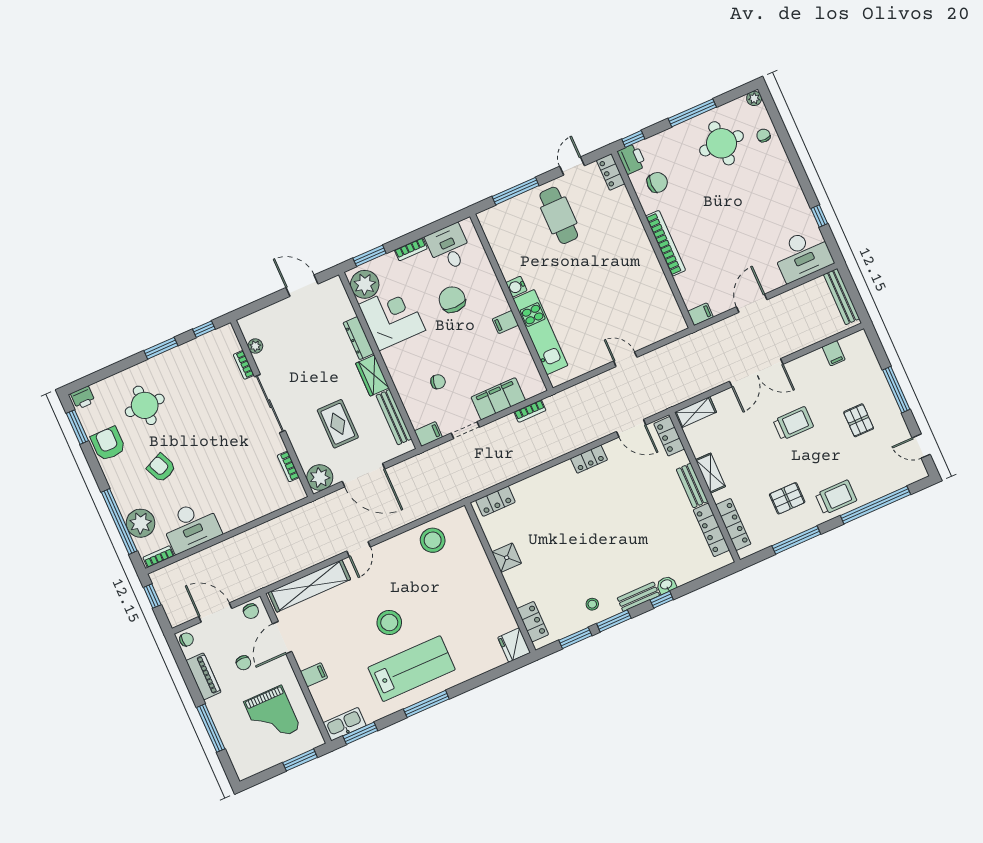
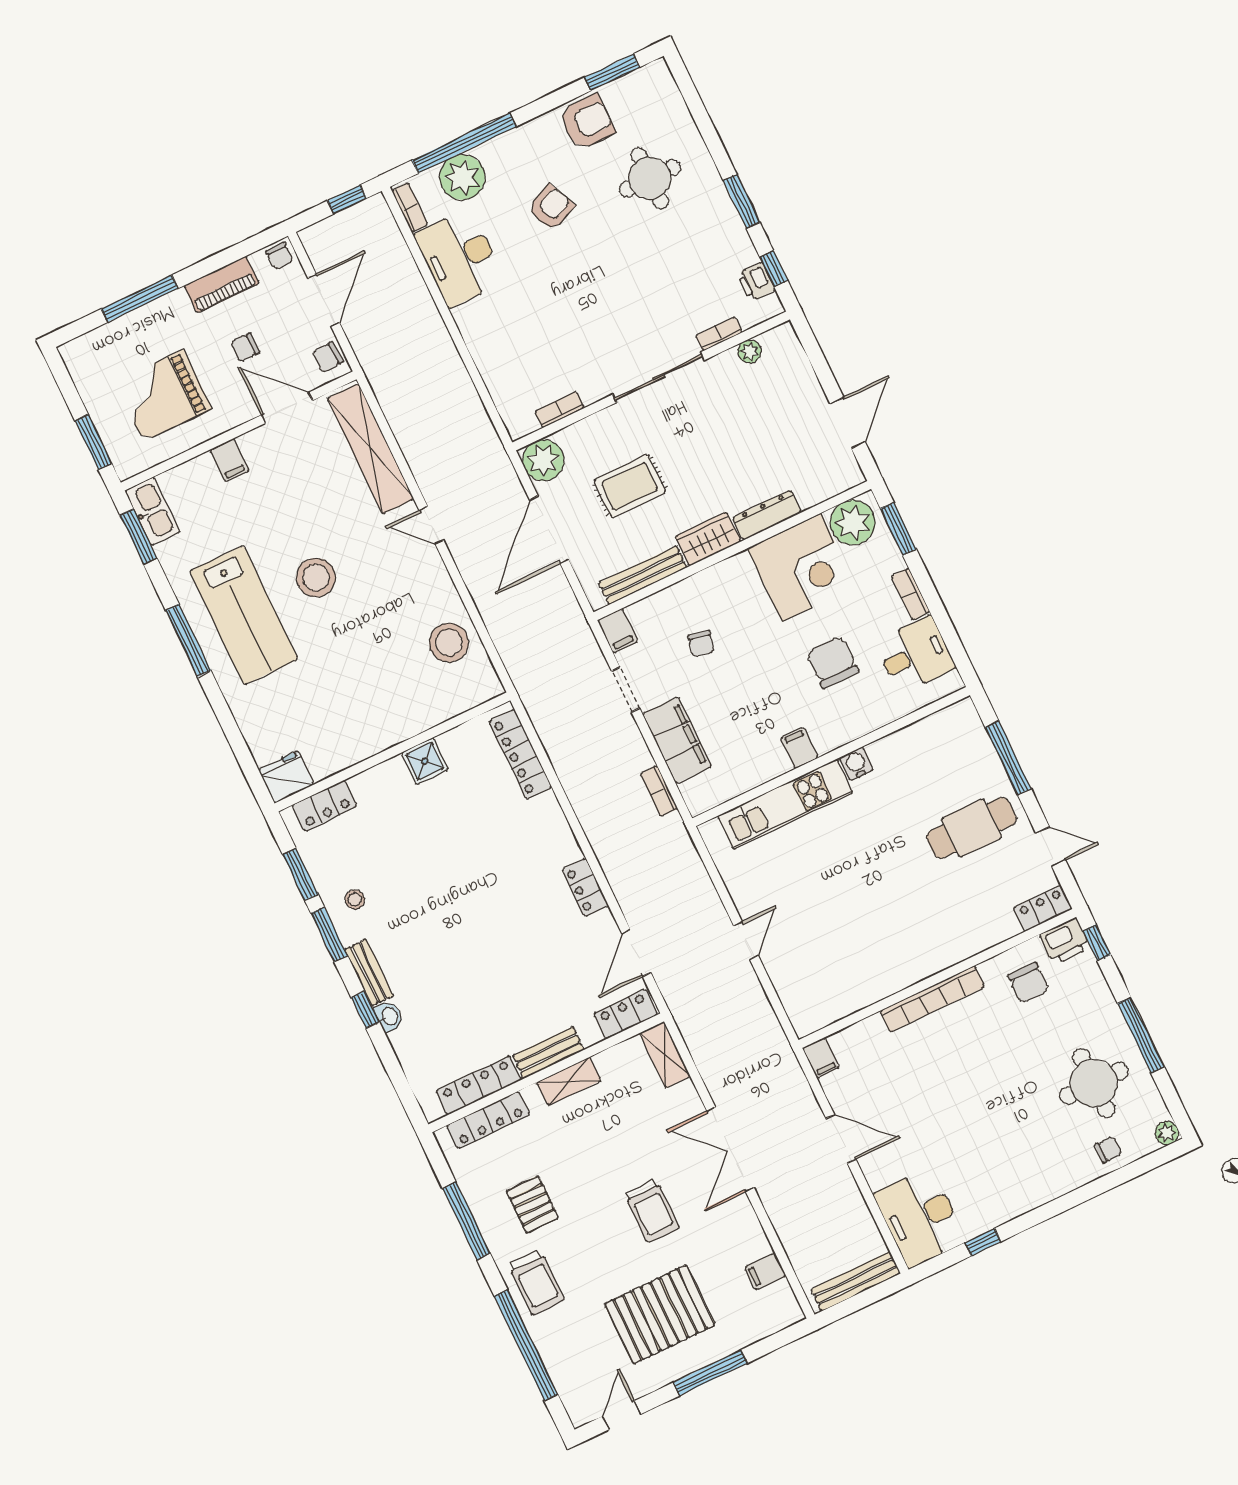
chair: (452, 300) -> (833, 662), turned -90
printer: (83, 398) -> (756, 282), moved
pallet: (859, 420) -> (660, 1314), width x2.05, depth x2.00
locker: (496, 501) -> (520, 754), width x1.53

